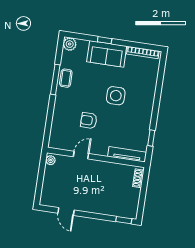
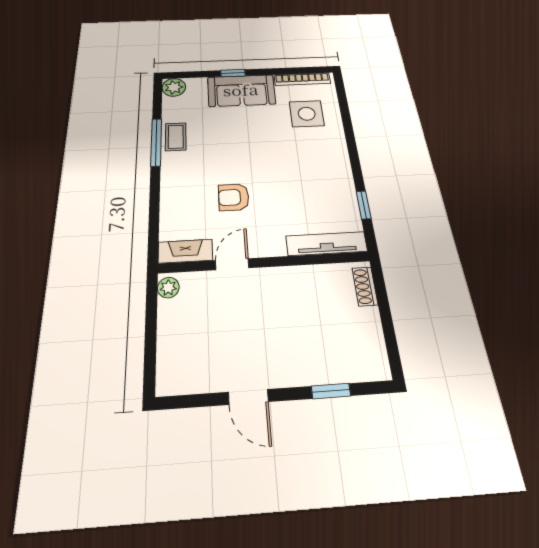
side table: (116, 96) -> (307, 114), moved
fireplace: (61, 144) -> (185, 251), added
door: (66, 212) -> (248, 397), moved
window: (124, 220) -> (331, 391), moved

